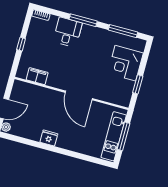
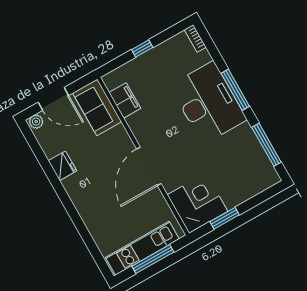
desk: (68, 32) -> (208, 103), width x1.87, depth x1.30
corner desk: (125, 63) -> (197, 203), moved, turned 90
sofa: (28, 92) -> (97, 107), added
fridge: (49, 138) -> (63, 166), moved

